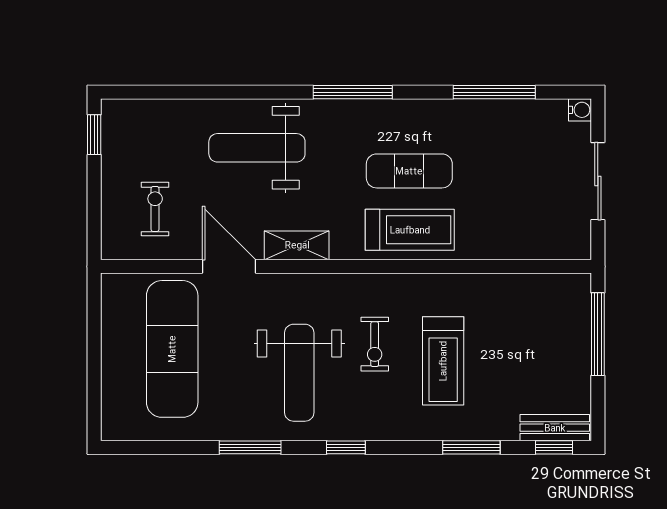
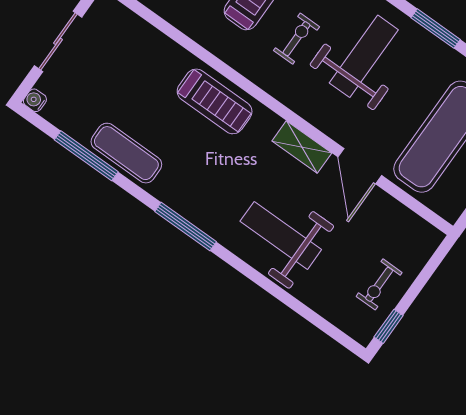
weight bench: (257, 148) -> (281, 235), turned 180
exercise mat: (409, 171) -> (126, 153), moved
exercise bike: (155, 209) -> (379, 284), moved
treadmill: (410, 230) -> (215, 101), turned 180

